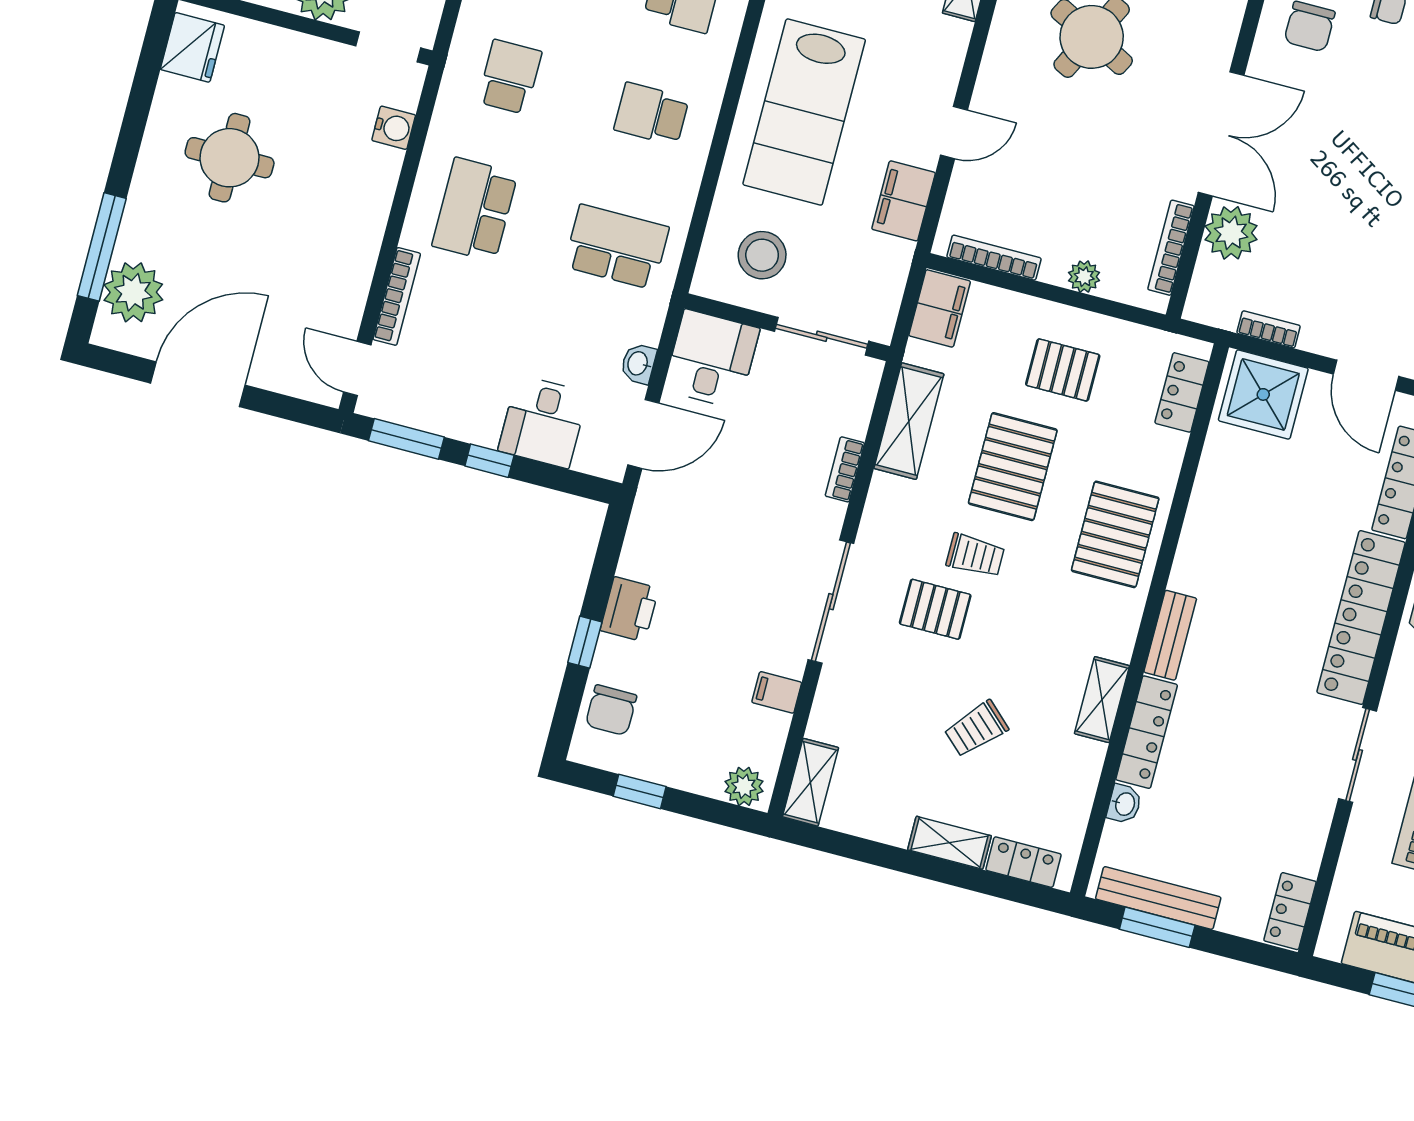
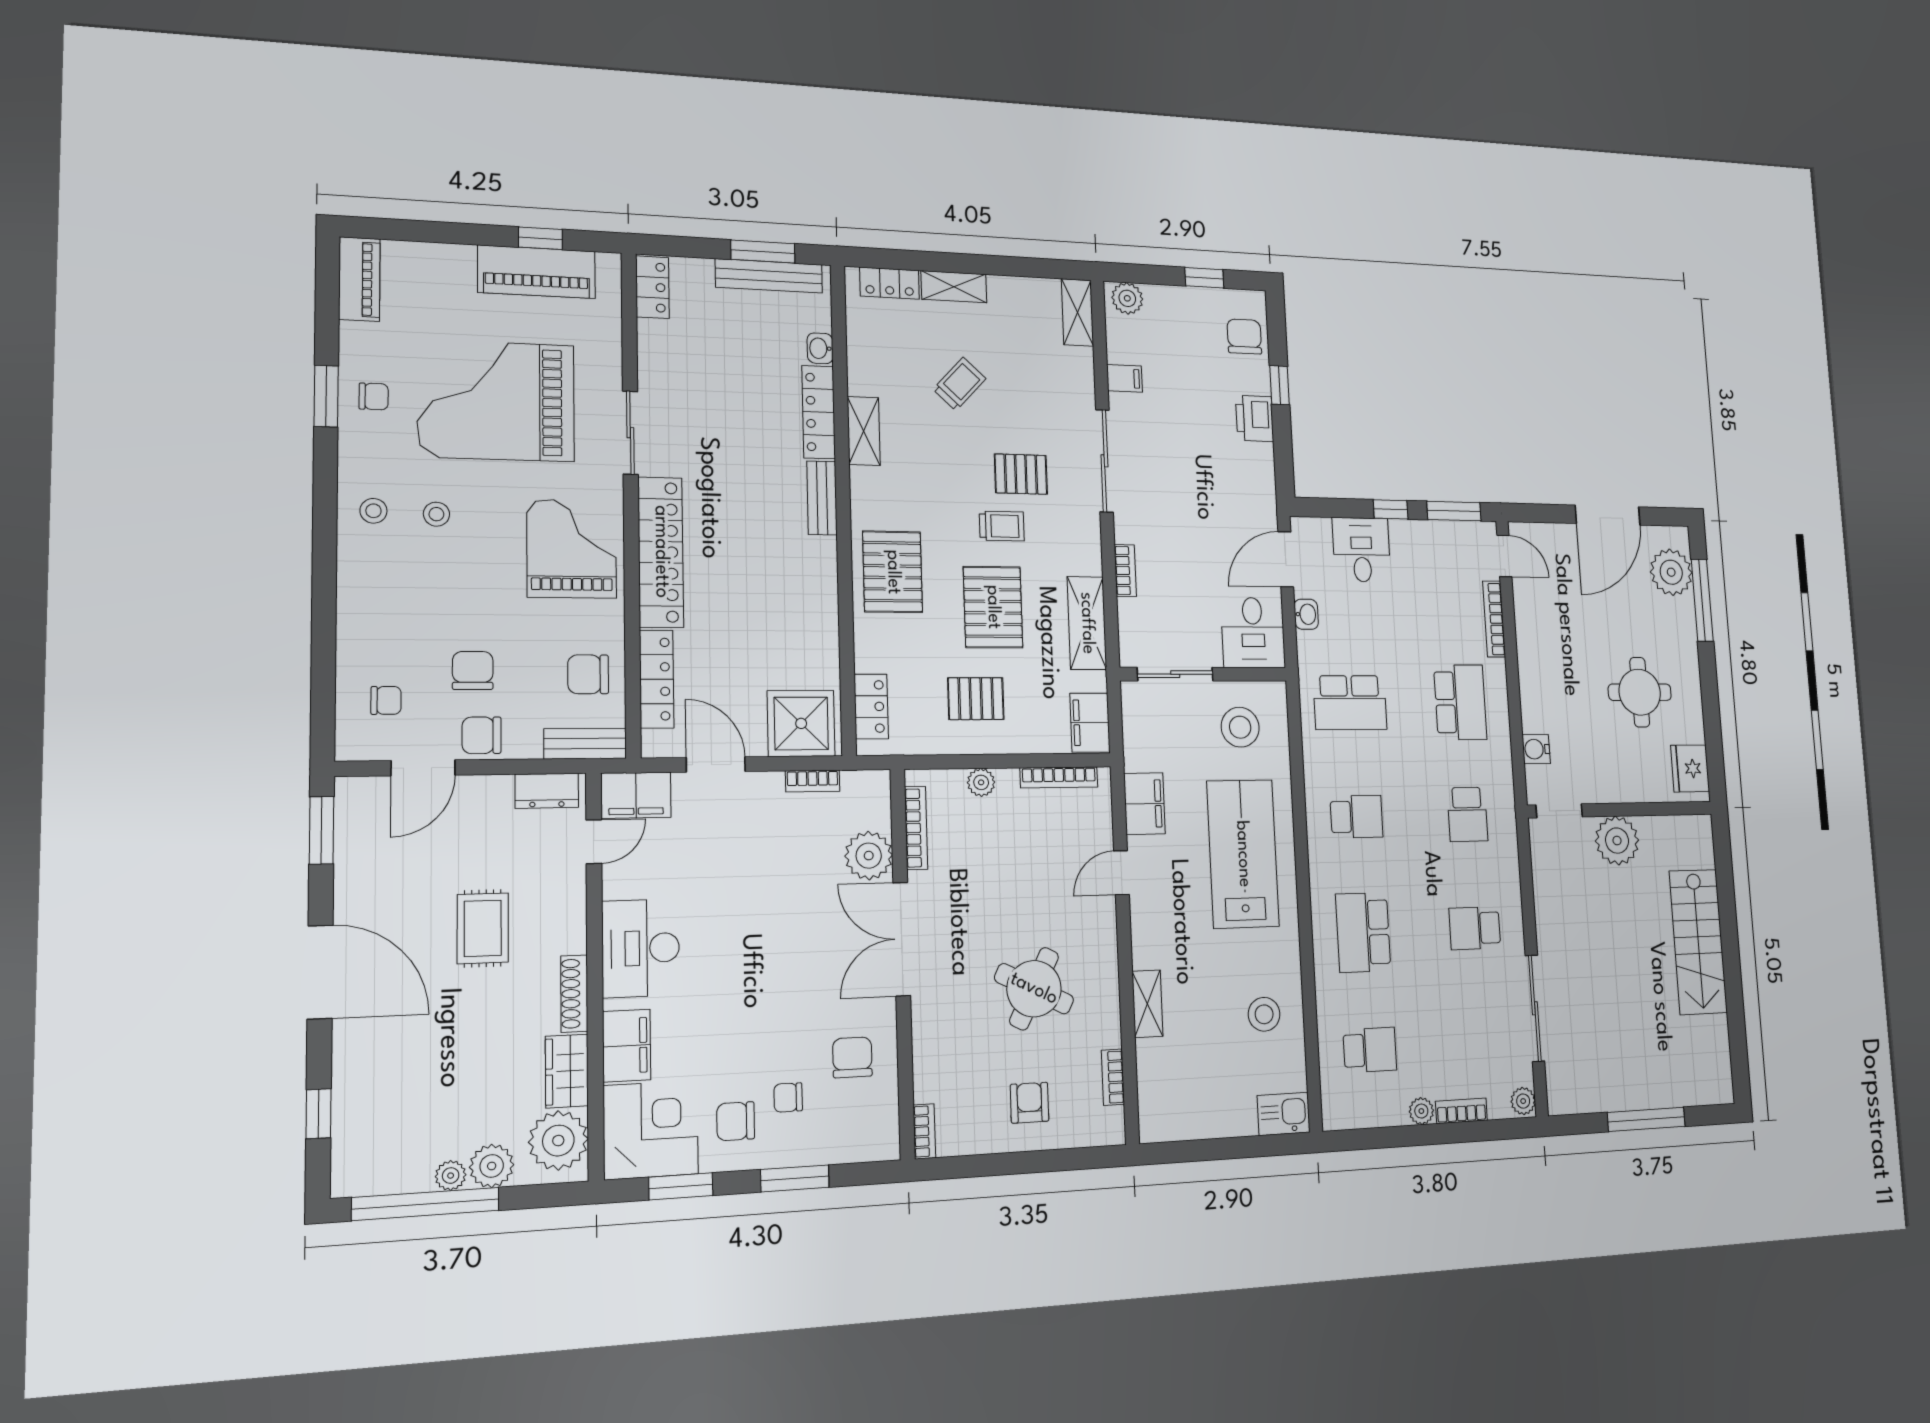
trolley: (975, 555) -> (1002, 526), turned 180

